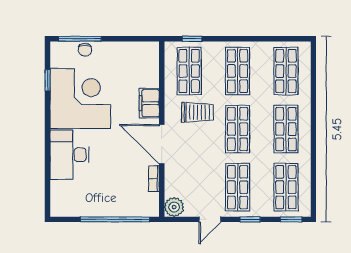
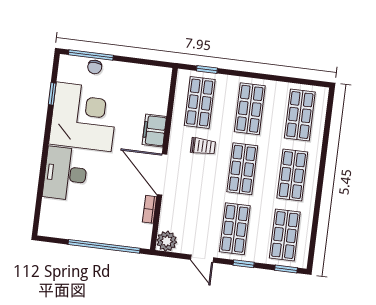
trolley: (197, 112) -> (203, 146), width x0.73, depth x0.72
door: (210, 219) -> (202, 259), hinge flipped

